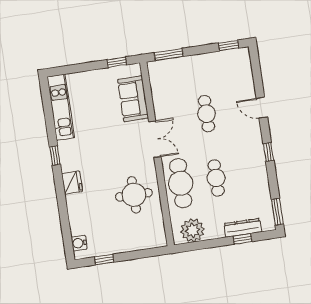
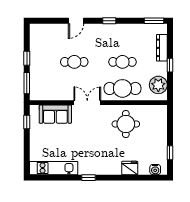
window: (228, 46) -> (27, 58), moved
fridge: (72, 183) -> (130, 168), moved
window: (243, 239) -> (170, 65), moved

